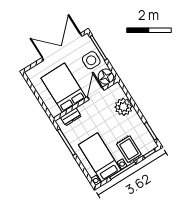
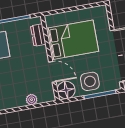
plant: (124, 107) -> (32, 100), width x0.53, depth x0.53

